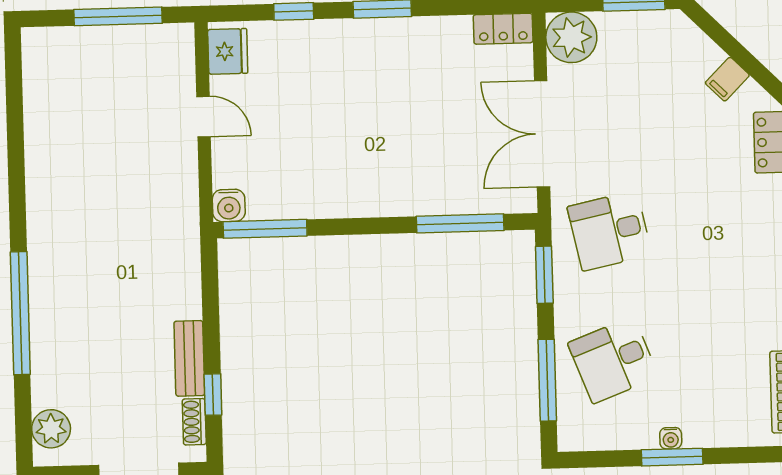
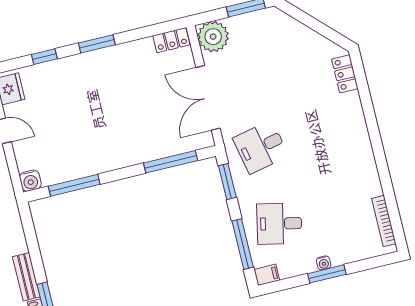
filing cabinet: (727, 79) -> (267, 275), moved, turned -135
window: (265, 229) -> (74, 185), moved
desk: (613, 360) -> (279, 224), turned 33

